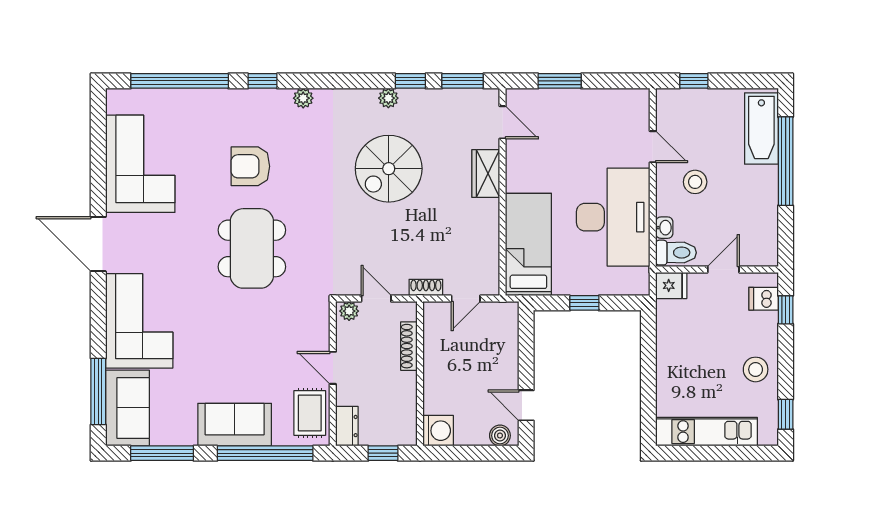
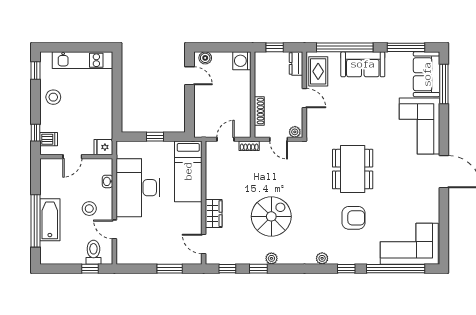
window: (463, 81) -> (227, 269), width x0.67
bathtub: (761, 129) -> (50, 220), moved
corner sofa: (140, 164) -> (409, 244), moved, turned 90
toilet: (676, 253) -> (93, 252), moved, turned 90

